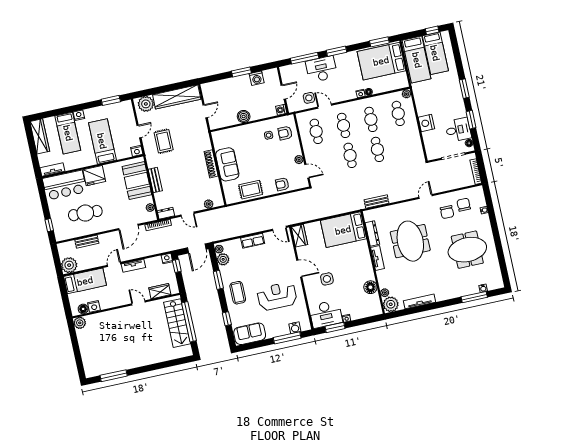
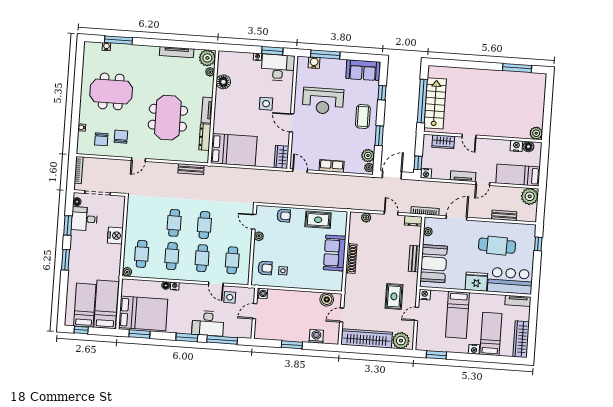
washing machine: (257, 78) -> (316, 336), moved
boiler: (244, 116) -> (327, 299), moved

